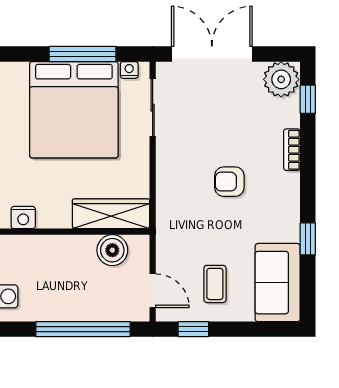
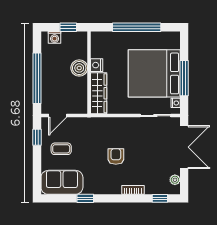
plant: (281, 79) -> (175, 180), width x0.53, depth x0.53
nightstand: (23, 218) -> (97, 65), moved
boiler: (112, 250) -> (79, 68), moved

